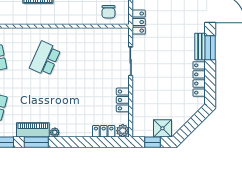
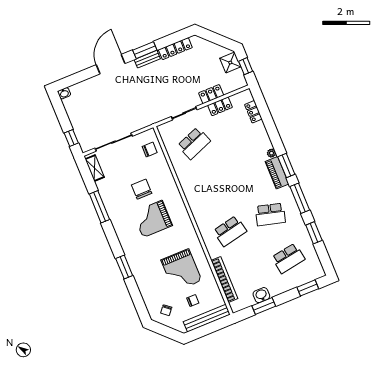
locker: (139, 22) -> (211, 94), moved
school desk: (45, 59) -> (194, 143), moved, turned -45
plant: (123, 131) -> (246, 96), removed

